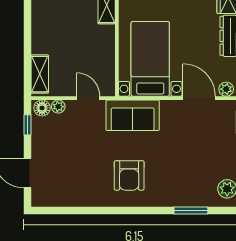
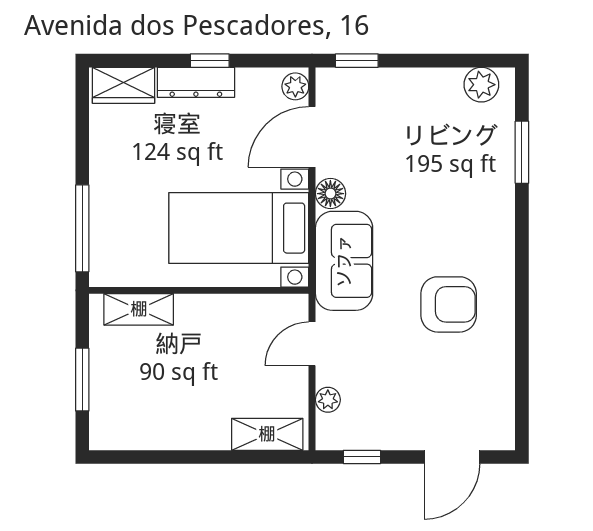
floor lamp: (42, 108) -> (330, 194), moved
armchair: (129, 175) -> (449, 304), moved

